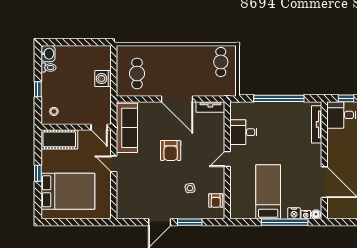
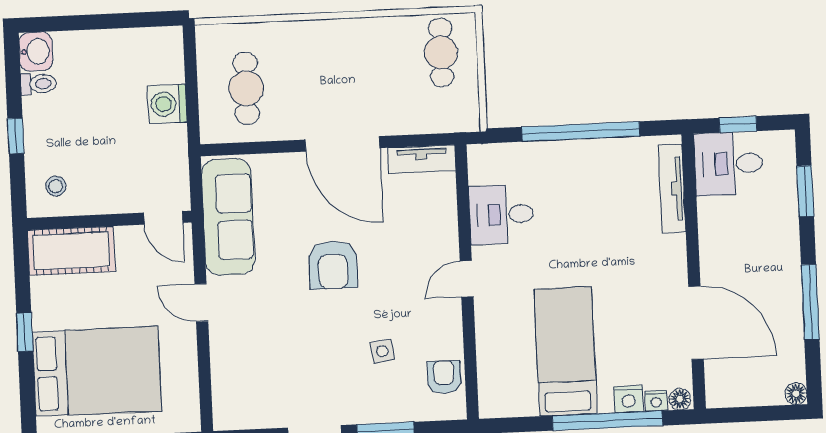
armchair: (216, 200) -> (444, 377), turned 180

